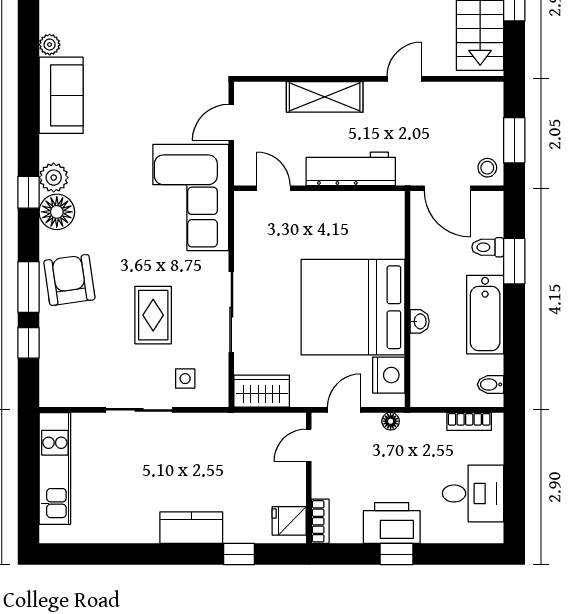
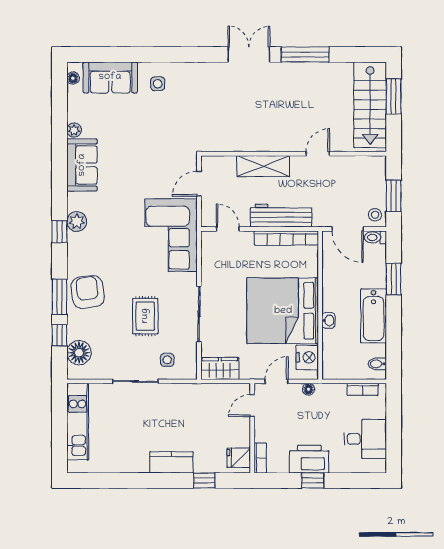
bookcase: (358, 202) -> (286, 238), added
floor lamp: (57, 212) -> (79, 353), moved
toilet: (488, 247) -> (375, 237), moved

